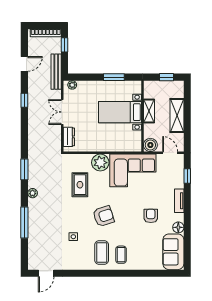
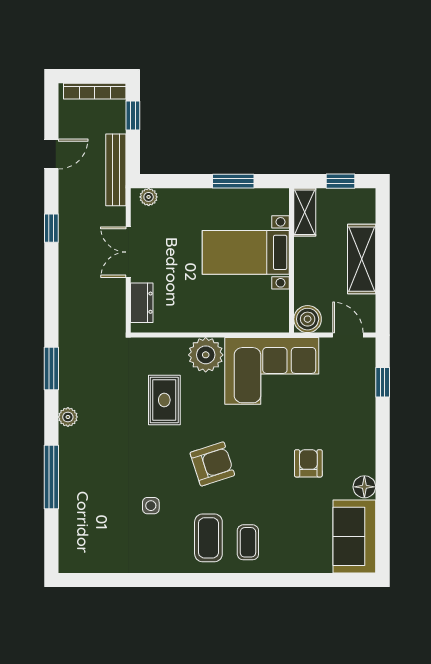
shelving: (149, 111) -> (305, 212), moved
tv unit: (179, 201) -> (366, 433), removed
door: (46, 273) -> (96, 580), removed

